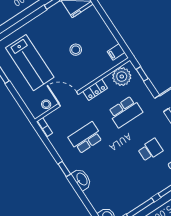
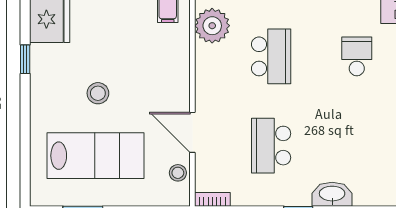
stool: (76, 50) -> (98, 93), moved
locker: (95, 90) -> (205, 81), removed
door: (68, 99) -> (192, 132), hinge flipped

